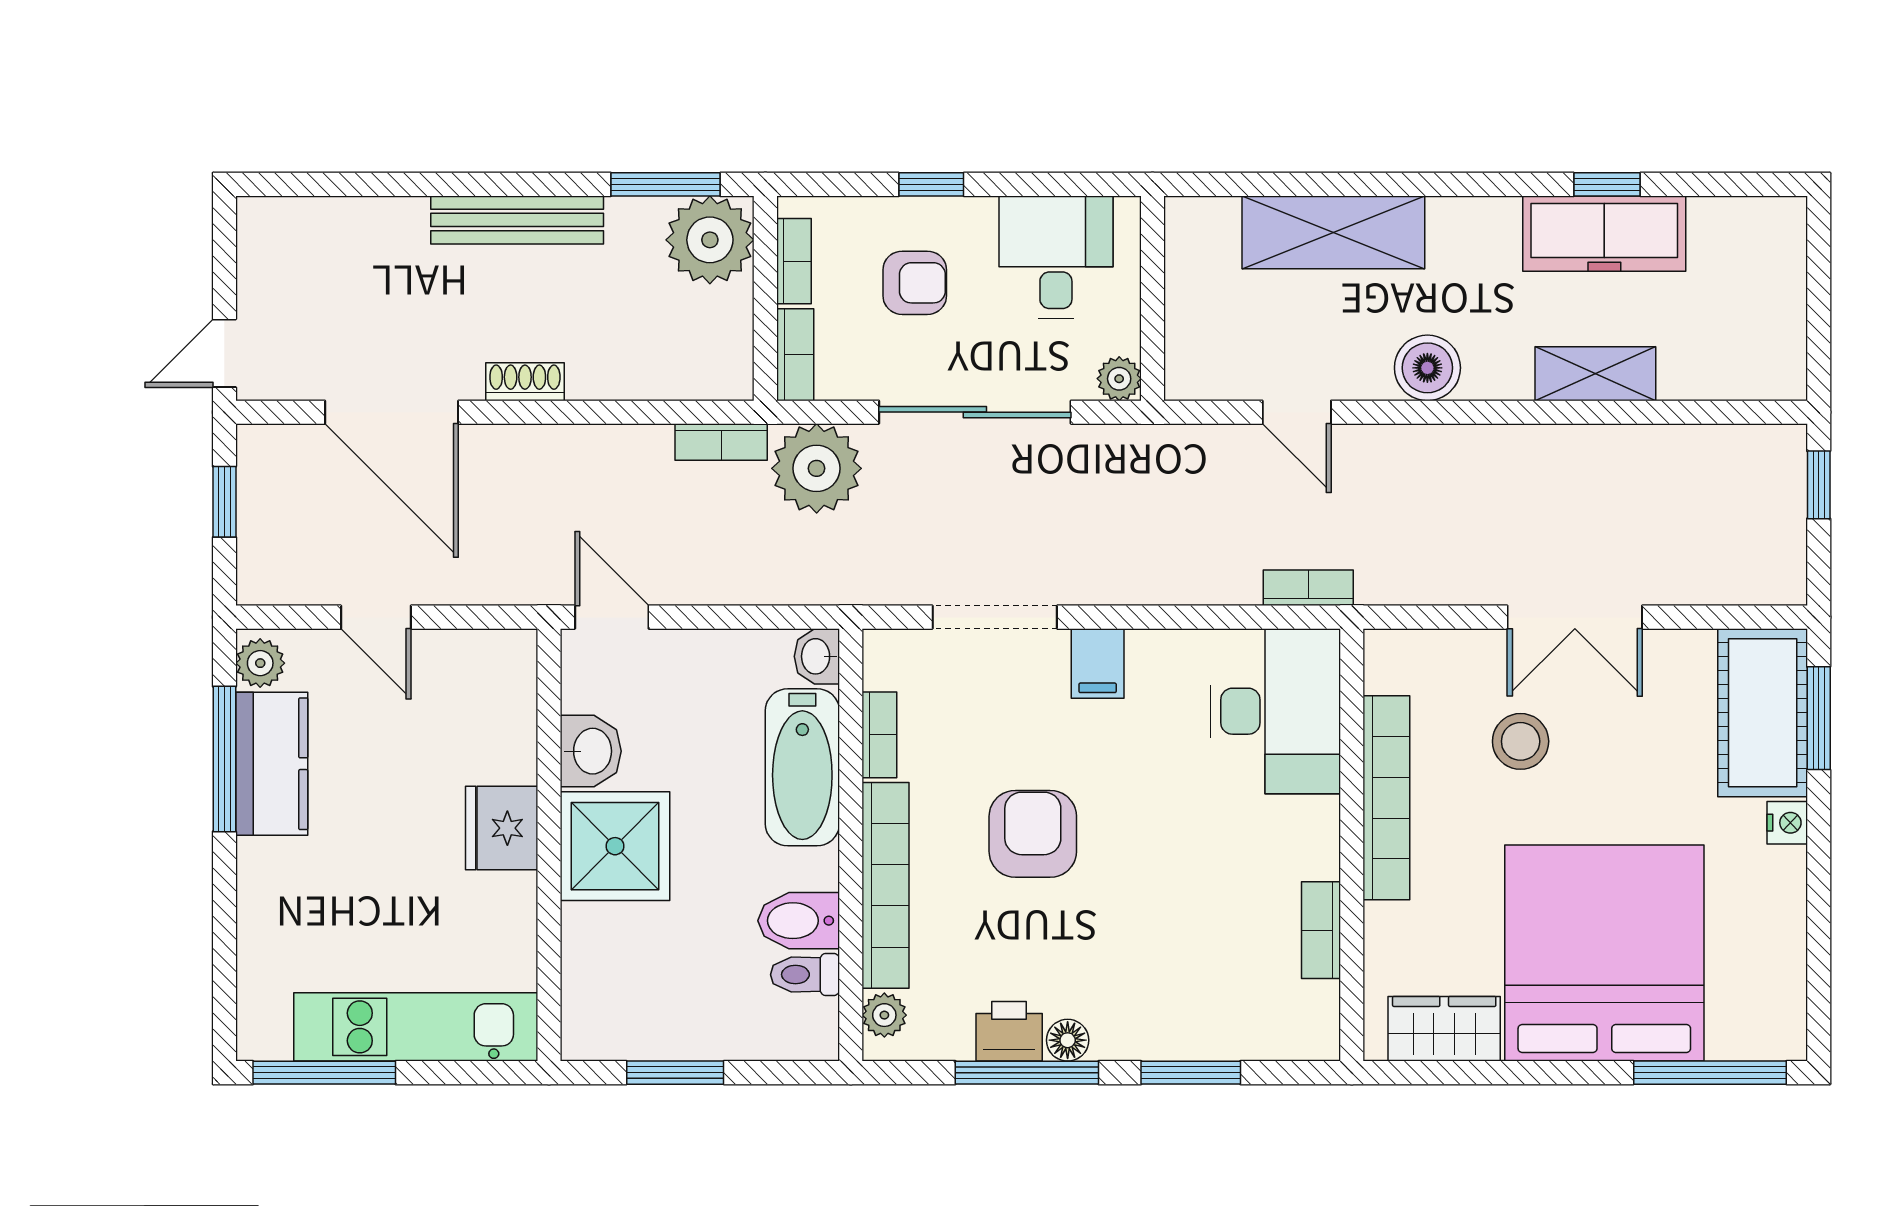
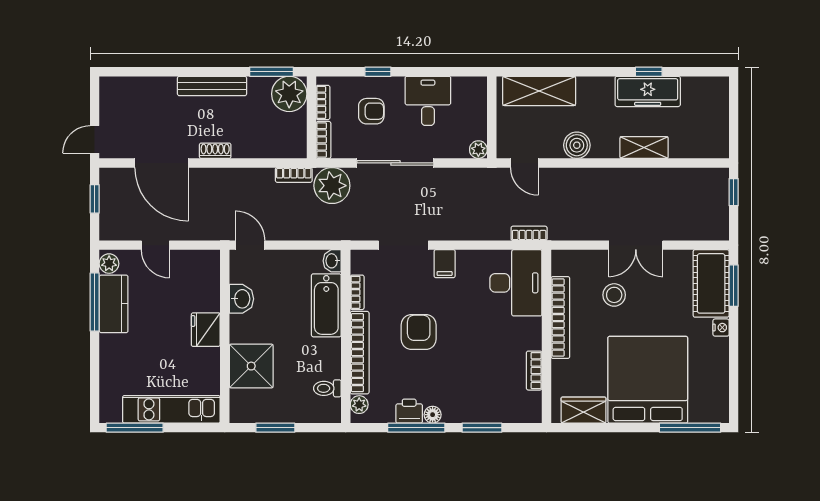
wall: (1153, 298) -> (492, 117), moved
plant: (1119, 379) -> (478, 150), moved
shower: (615, 846) -> (251, 366), moved
bidet: (799, 921) -> (325, 367), removed

